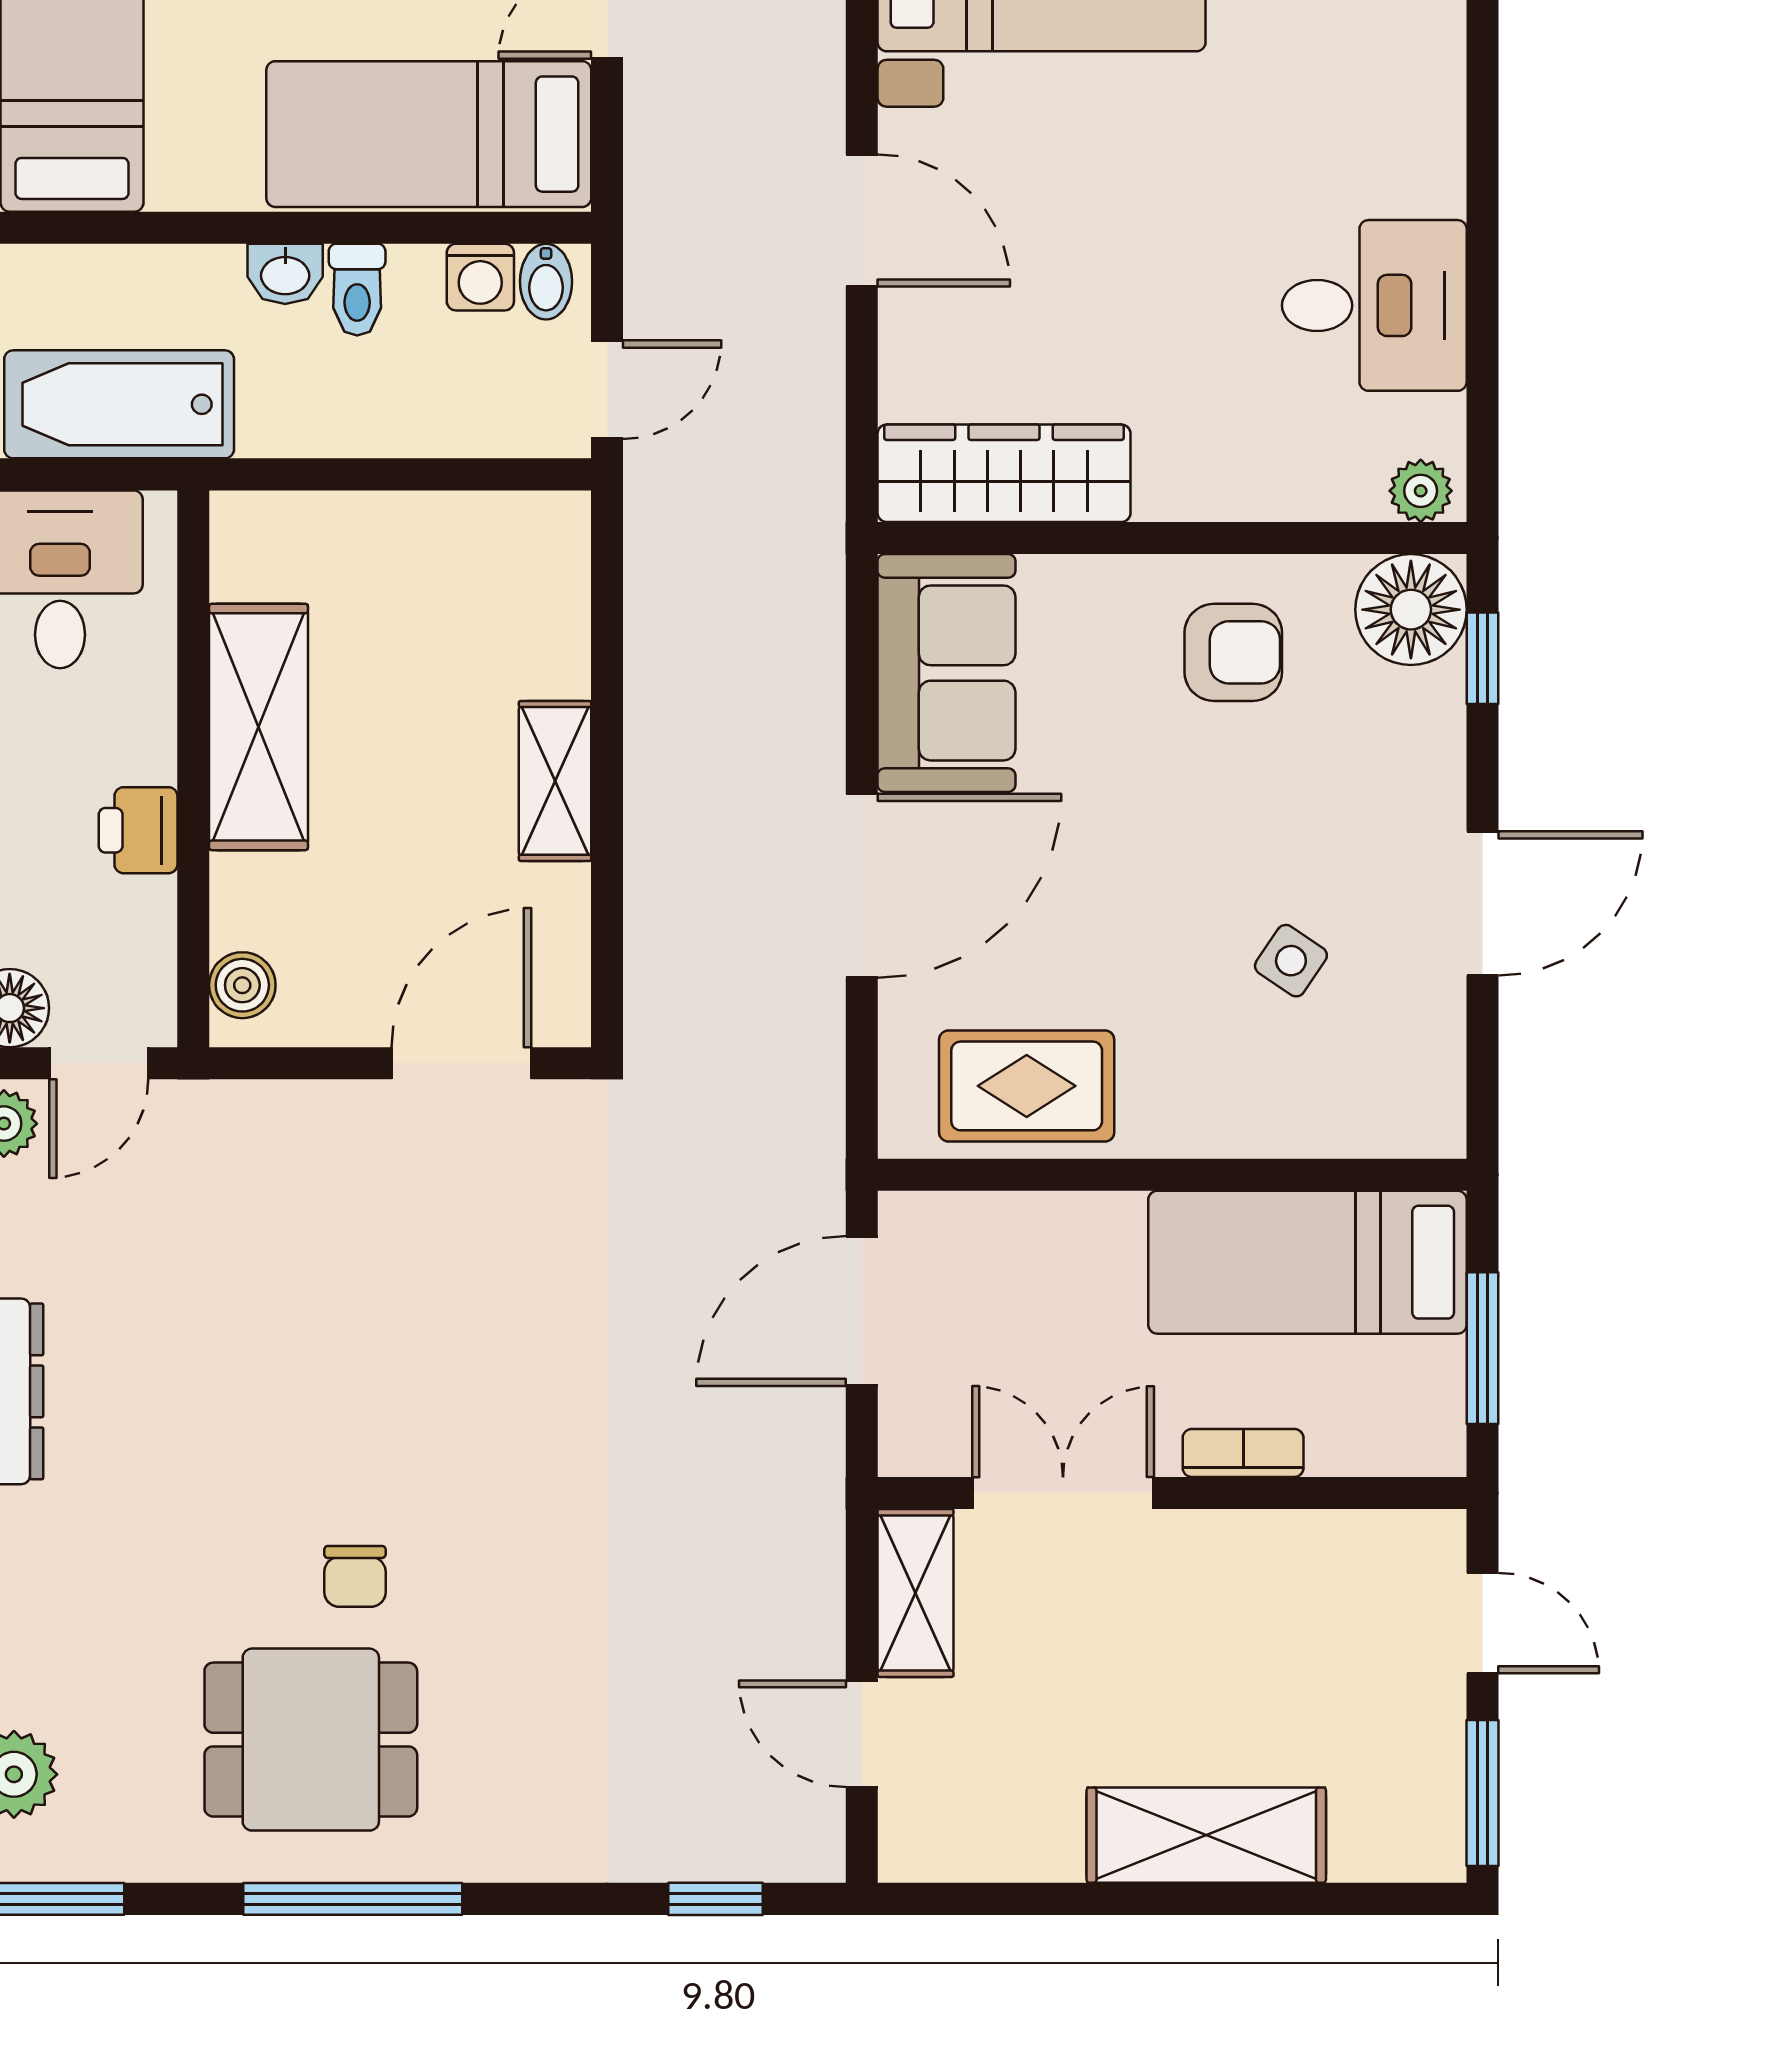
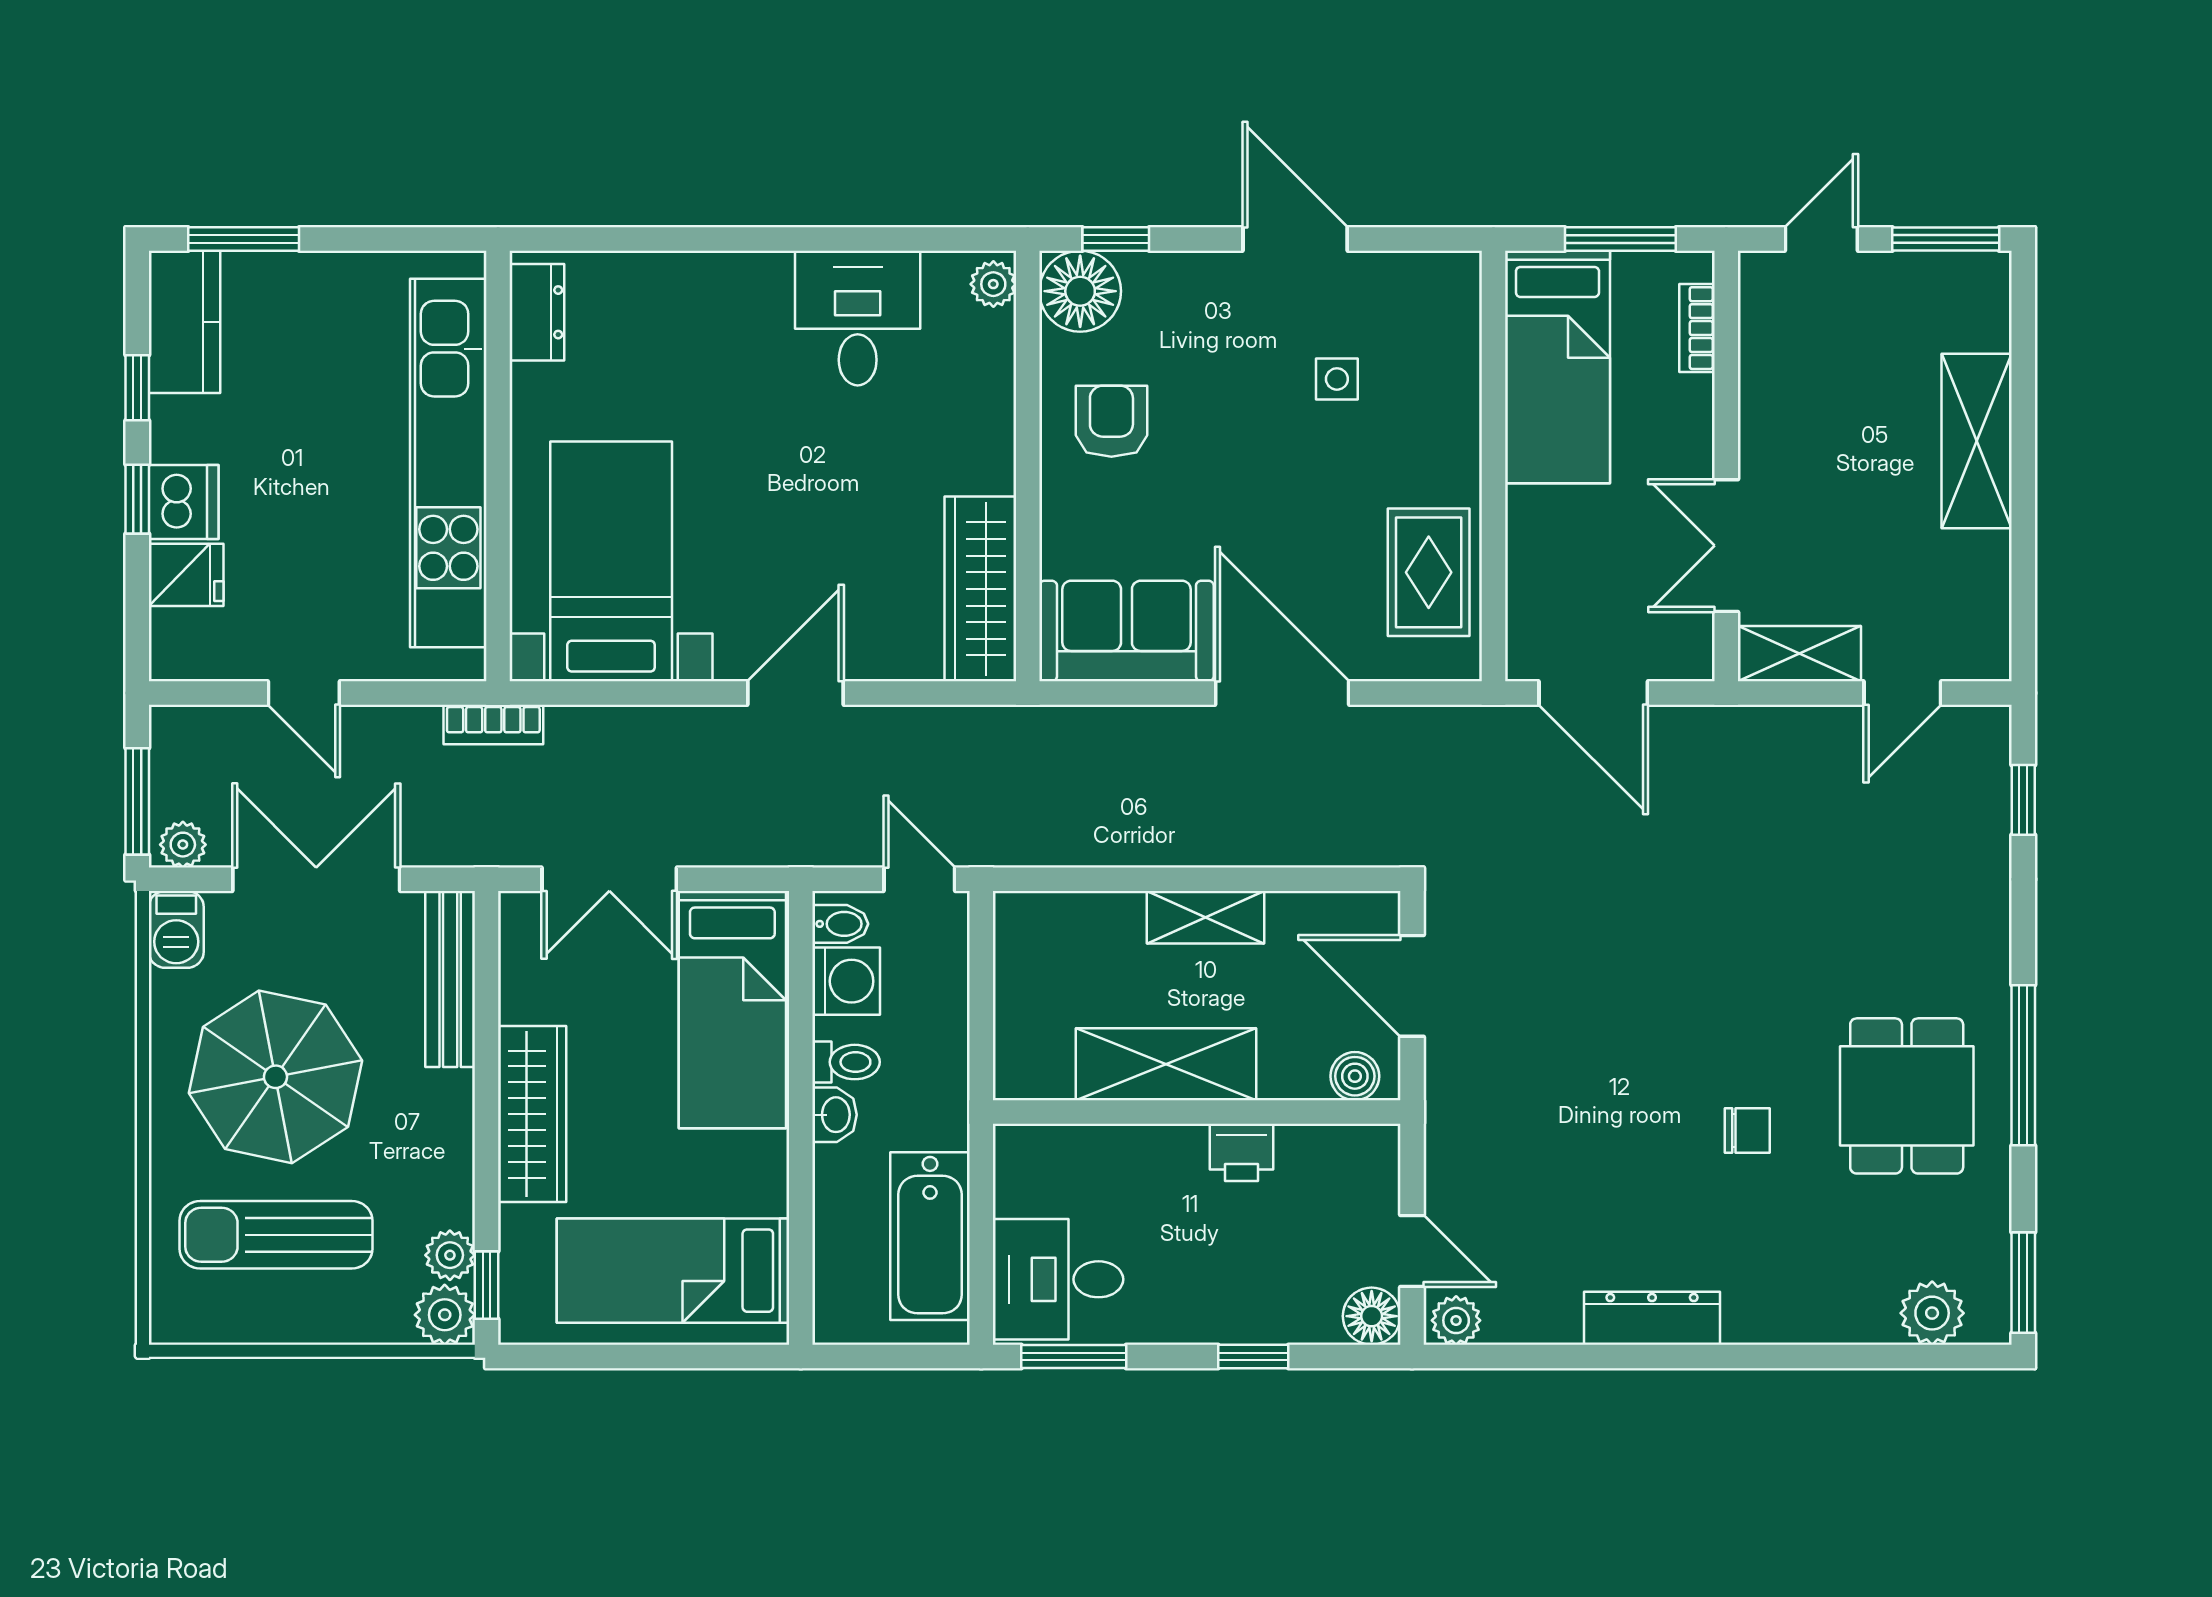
washing machine: (480, 277) -> (846, 981), width x1.38, depth x1.38
shelving: (258, 727) -> (1166, 1064), moved
wall: (193, 769) -> (1197, 1112), moved
printer: (138, 830) -> (1242, 1152), moved
side table: (1291, 961) -> (1337, 379), turned -34
boiler: (242, 985) -> (1355, 1076), moved
bookcase: (1243, 1453) -> (1697, 328), moved
chair: (355, 1576) -> (1747, 1131), moved

